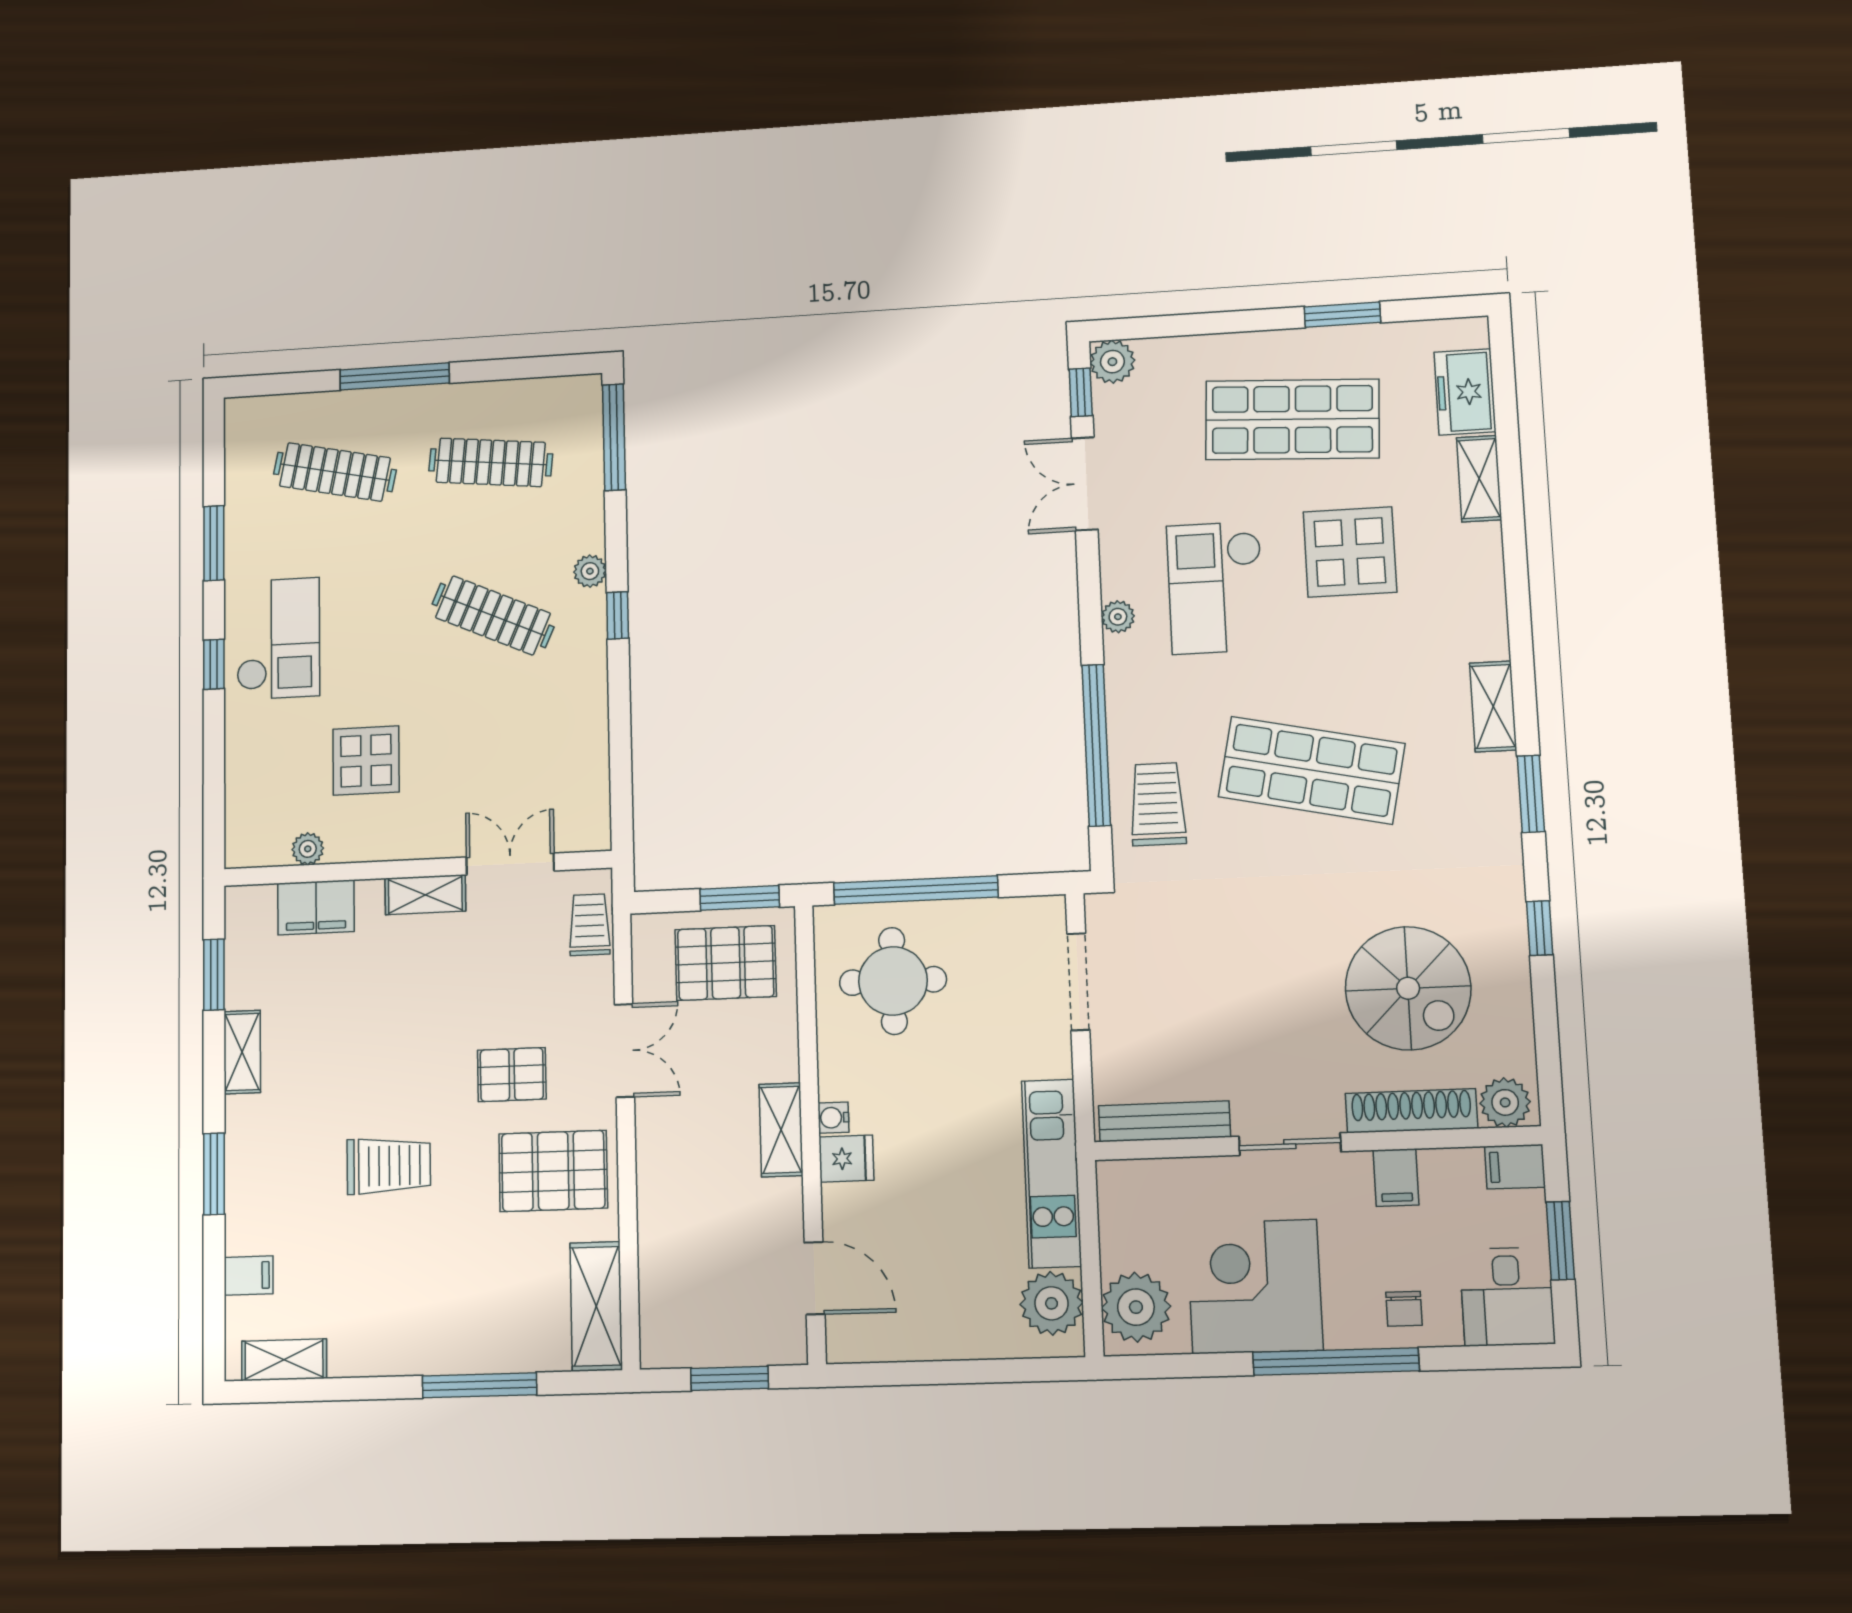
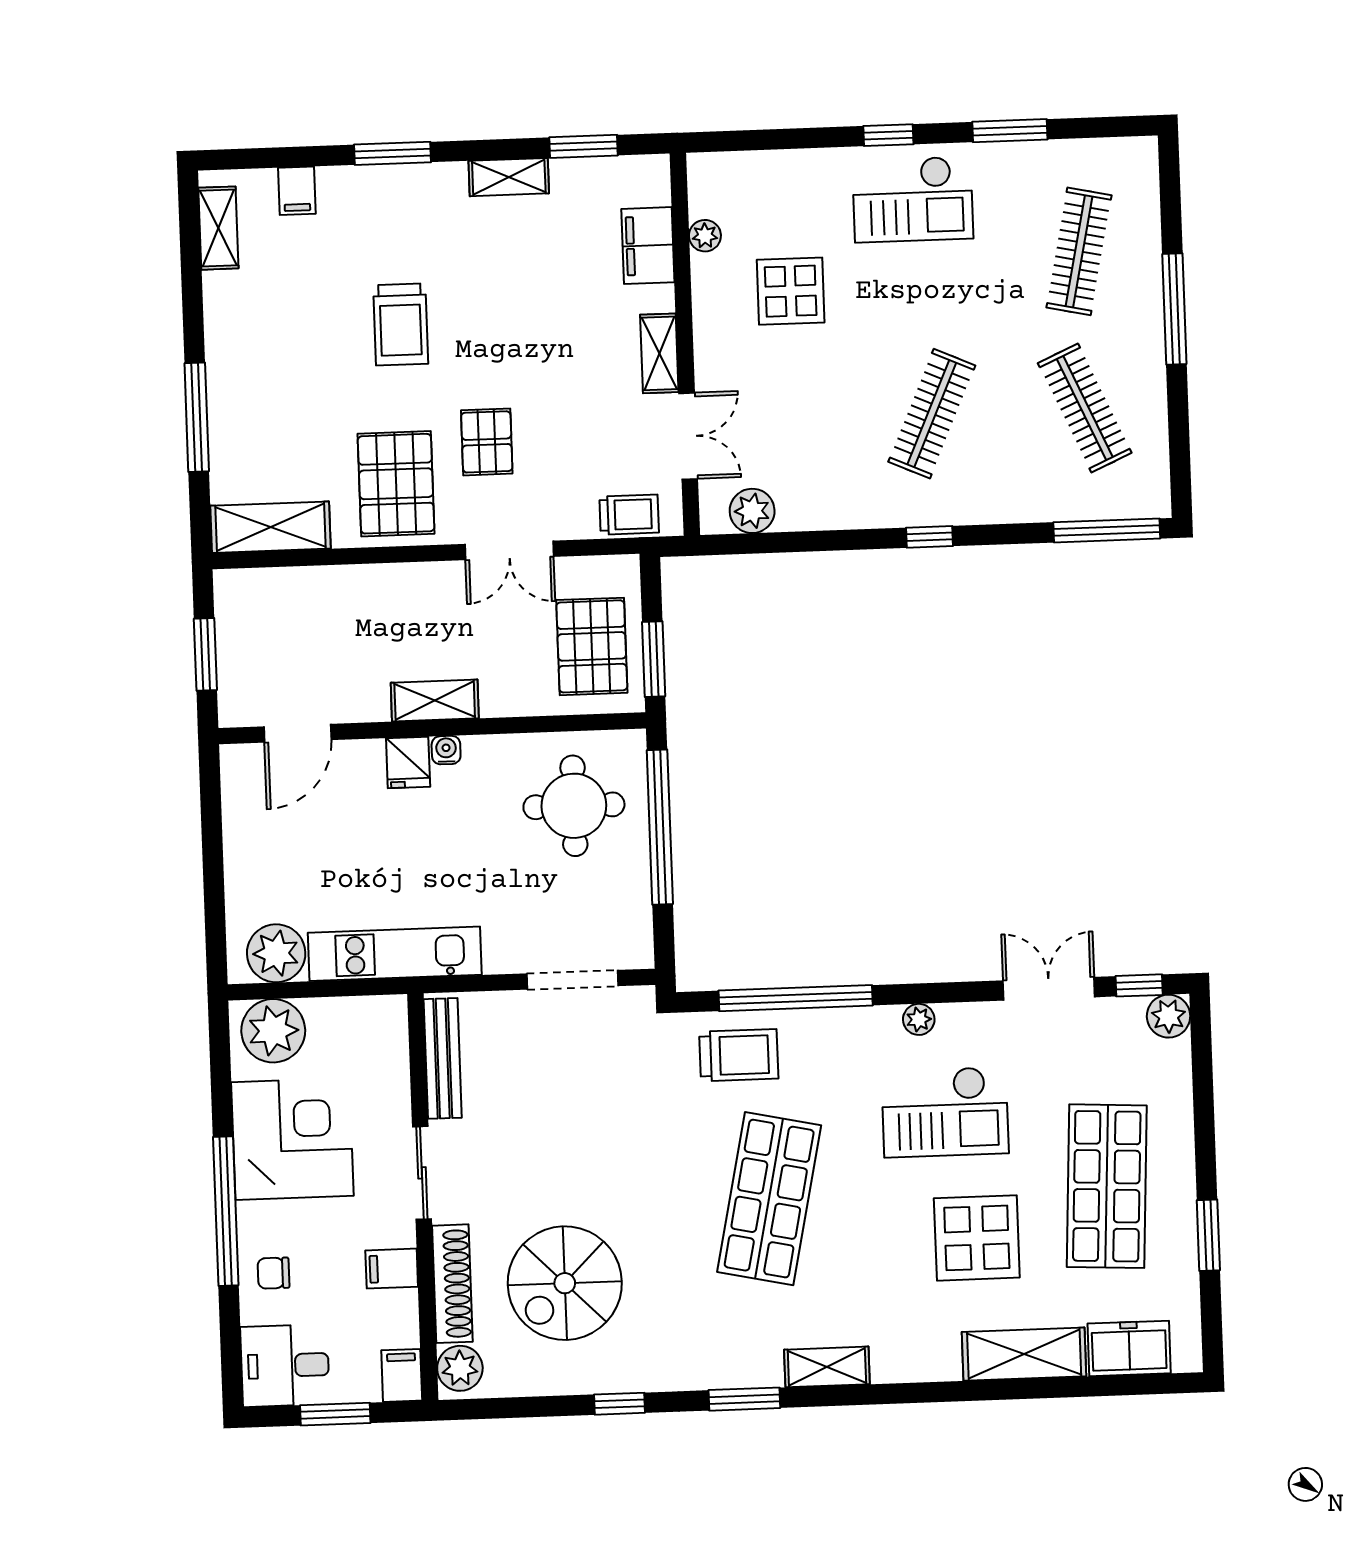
clothes rail: (491, 462) -> (1085, 408), turned -30
shelving: (1479, 479) -> (1024, 1354), width x1.50, depth x1.33
plant: (590, 571) -> (752, 511), moved, width x1.38, depth x1.38
checkout: (1216, 588) -> (945, 1112), turned 180

